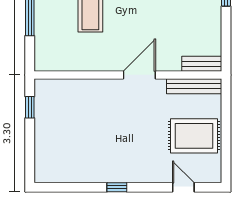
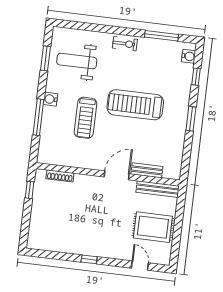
bench: (202, 64) -> (147, 170), moved
shoe rack: (67, 84) -> (60, 176), added

